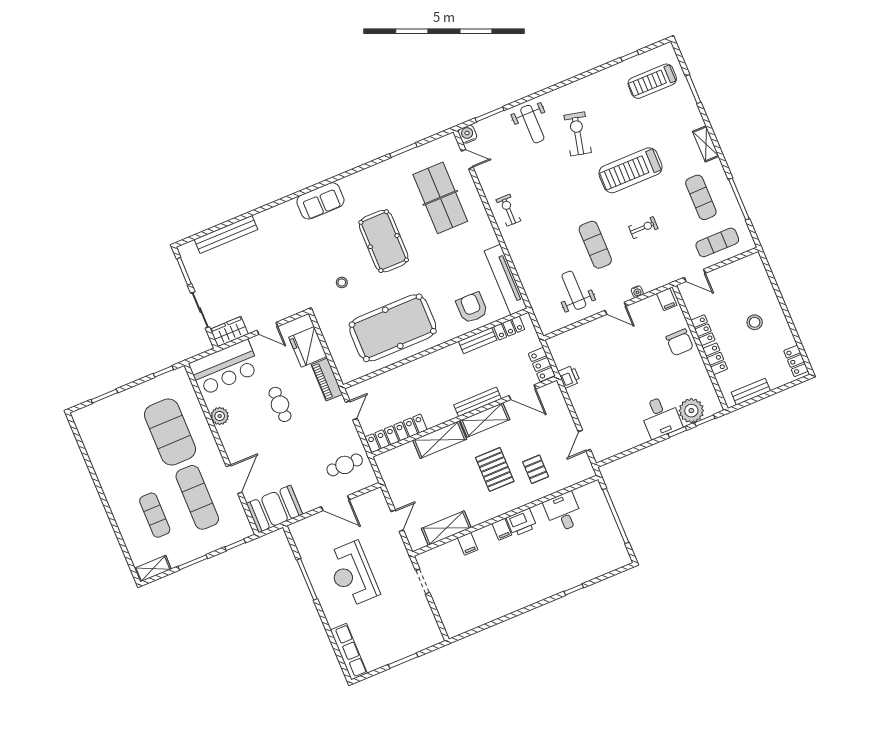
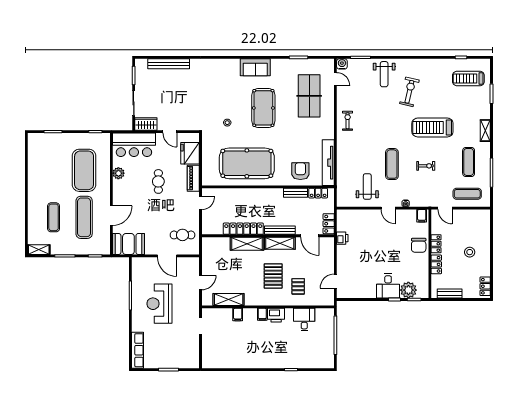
sofa: (320, 201) -> (255, 67), moved
locker: (396, 433) -> (243, 229), moved

